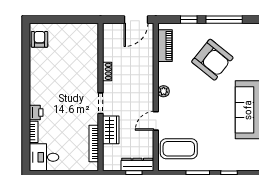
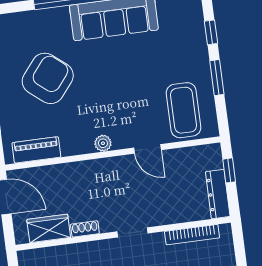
wardrobe: (111, 130) -> (49, 228), moved
dresser: (137, 164) -> (218, 194), moved

